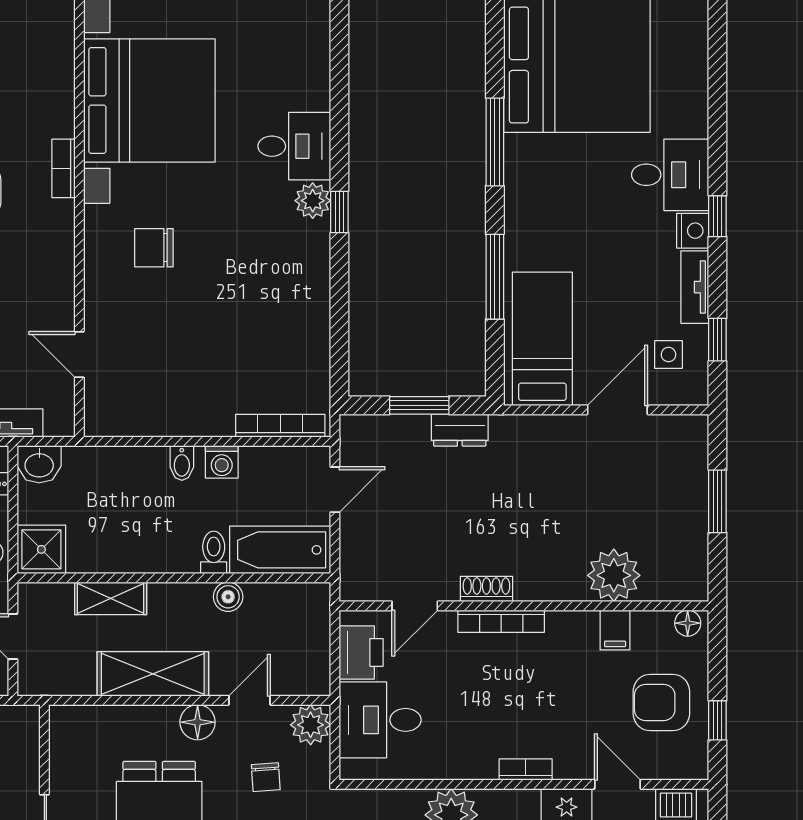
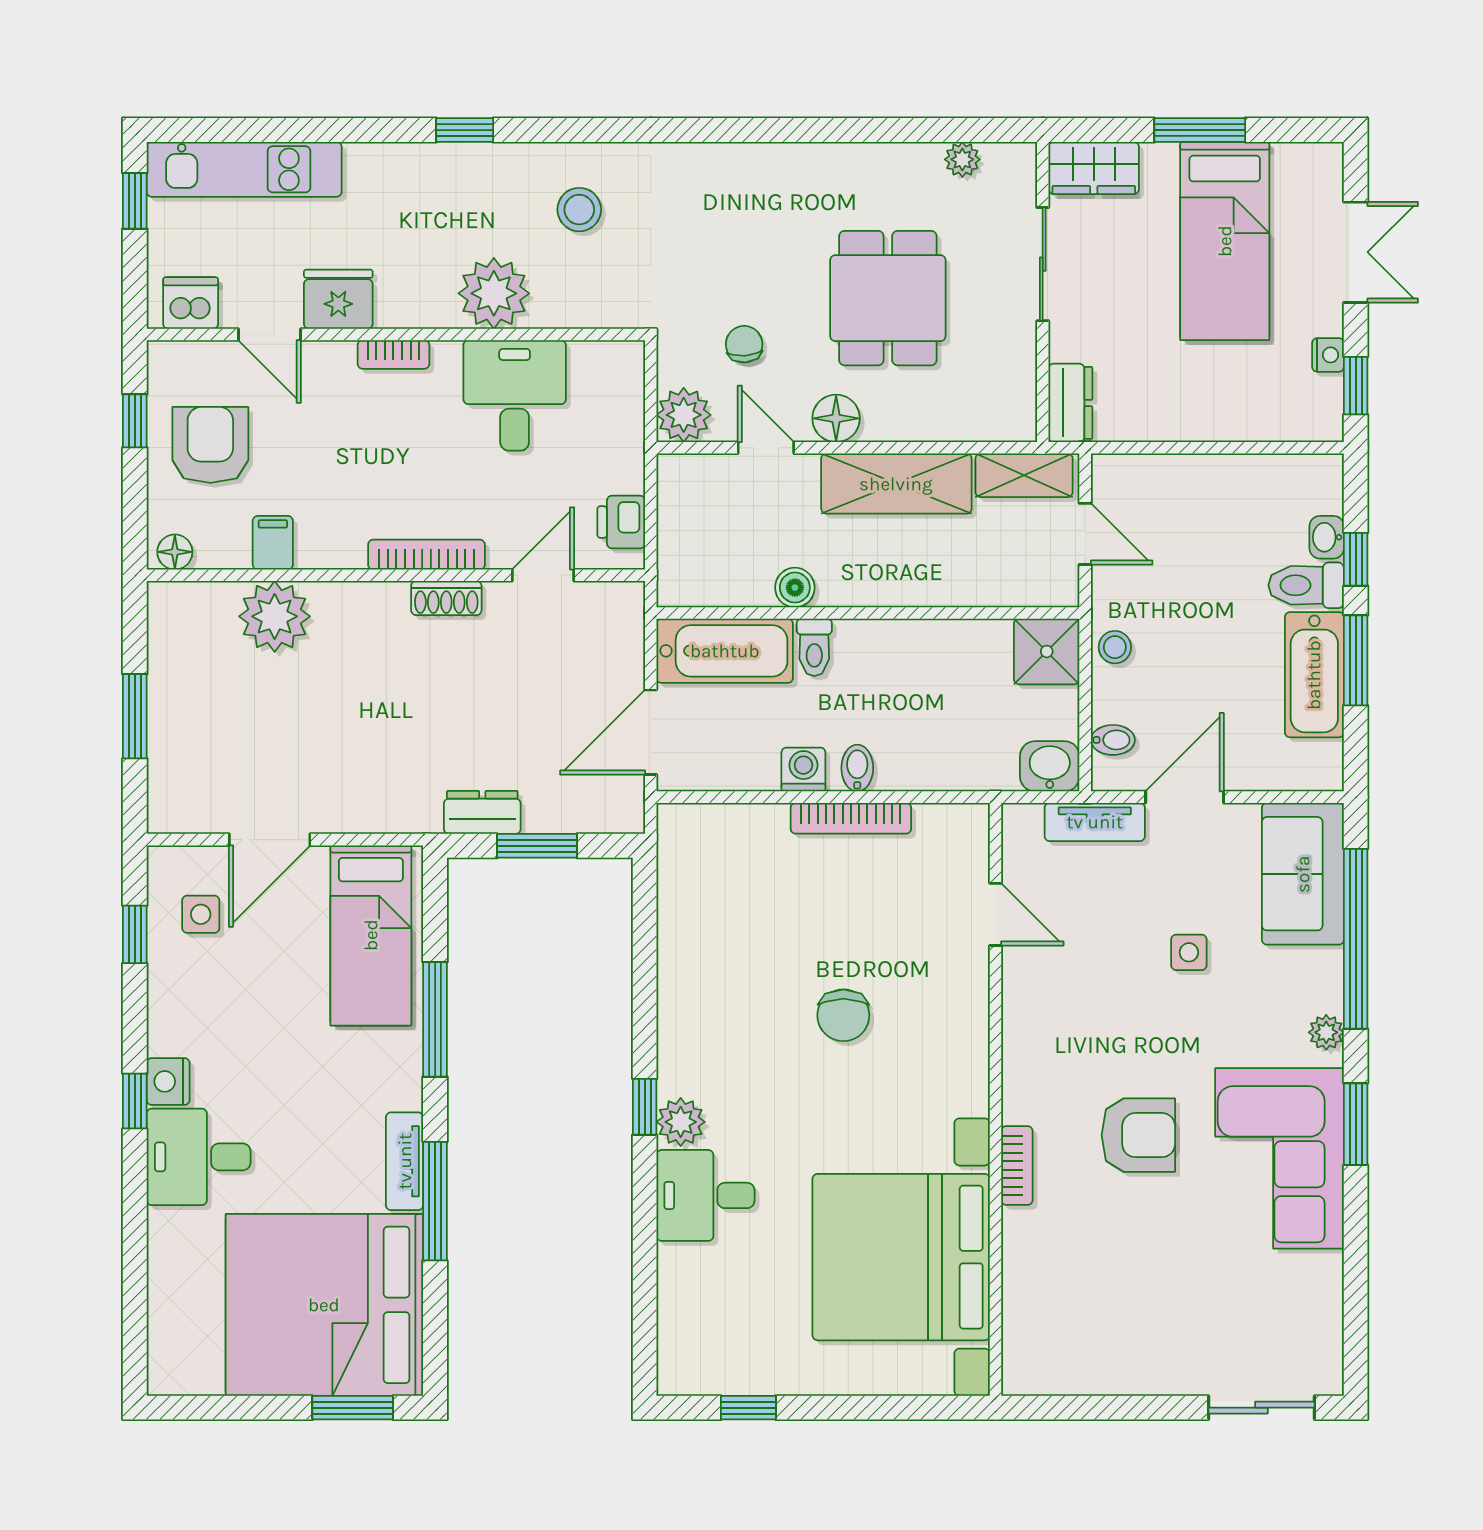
chair: (154, 248) -> (843, 1015), moved, turned 90
tv unit: (695, 287) -> (405, 1161), moved, turned 180
bookcase: (280, 426) -> (851, 818), moved
door: (335, 490) -> (651, 732), width x1.38
shelving: (111, 598) -> (1024, 475), moved
printer: (361, 652) -> (621, 522), width x0.73, depth x0.81
door: (249, 700) -> (766, 448), swing flipped
armchair: (661, 703) -> (210, 445), turned -90
desk: (380, 720) -> (515, 395), moved, turned -90
dresser: (24, 734) -> (1070, 403), added

